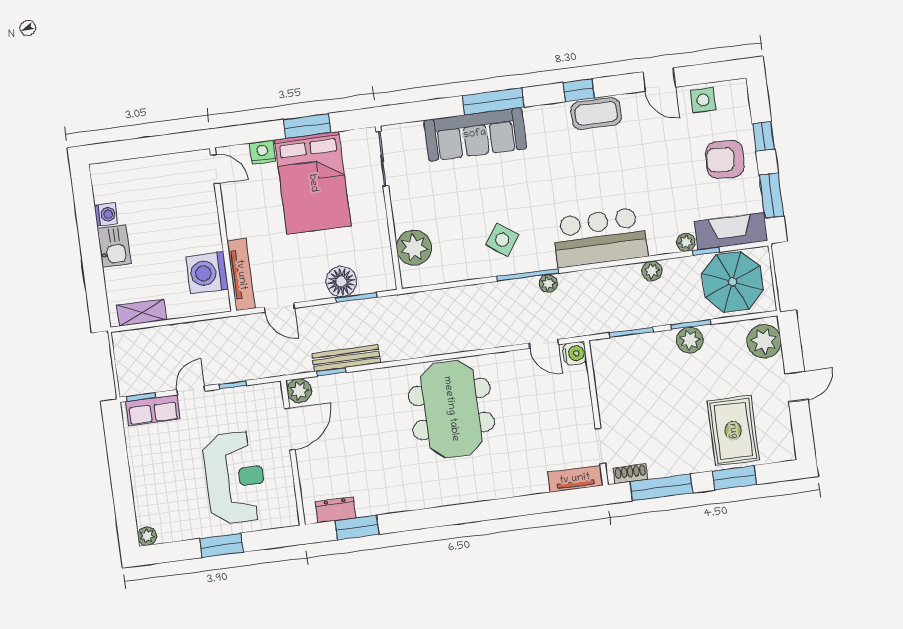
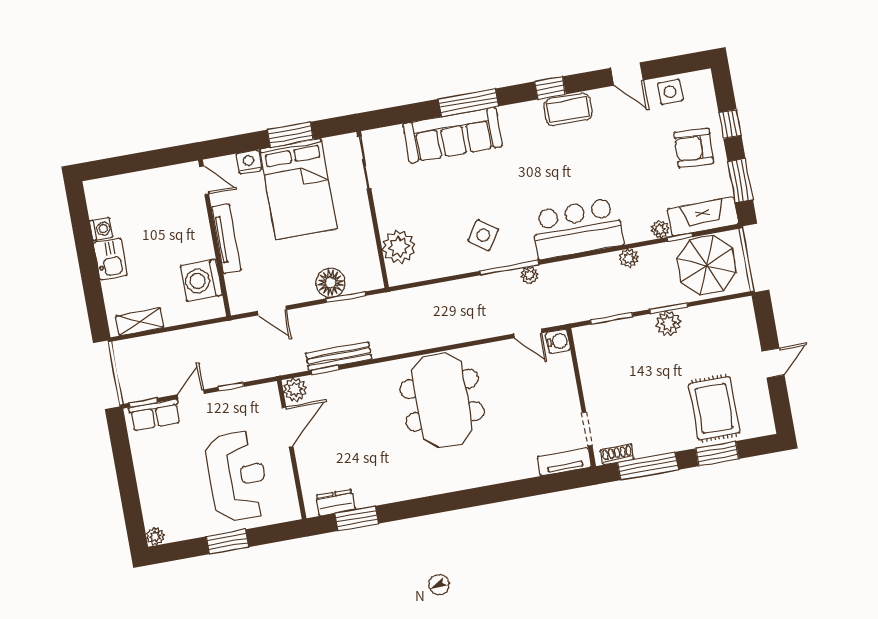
tv unit: (241, 275) -> (226, 239), moved
plant: (764, 341) -> (740, 321), removed

